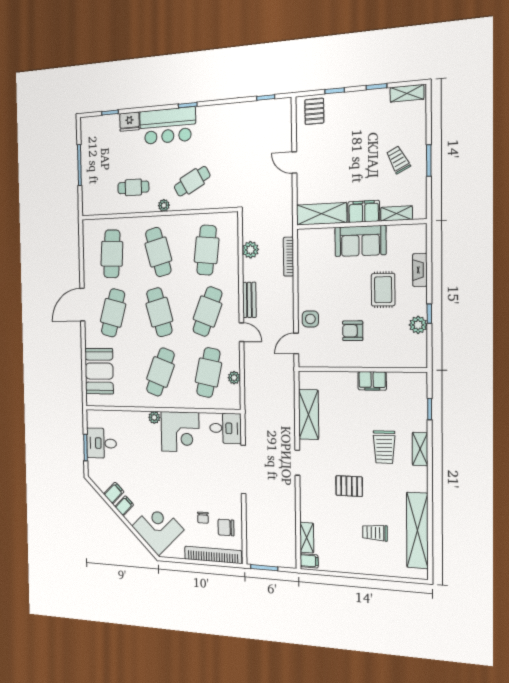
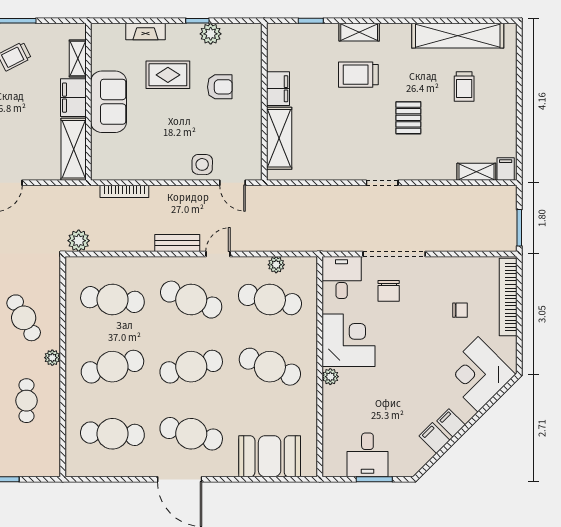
plant: (251, 250) -> (79, 241), moved
armchair: (353, 331) -> (220, 87), moved, turned -90
shelving: (308, 414) -> (279, 138), moved, turned 90
trolley: (384, 447) -> (358, 75), turned 180
chair: (226, 527) -> (389, 291), moved

